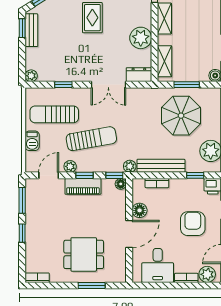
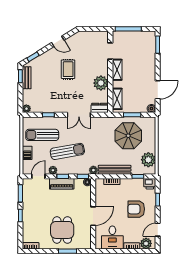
floor lamp: (140, 210) -> (100, 200), removed
armchair: (193, 224) -> (136, 209), turned -90
dining table: (84, 254) -> (62, 230), turned 90

